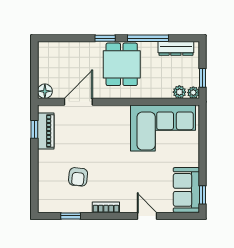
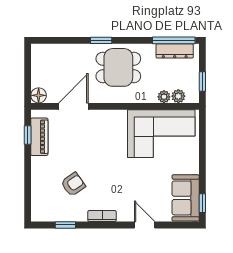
window: (148, 38) -> (174, 40), moved
dining table: (122, 64) -> (118, 67), turned 90
plant: (193, 93) -> (164, 97), moved
armchair: (78, 177) -> (73, 184), turned -131

